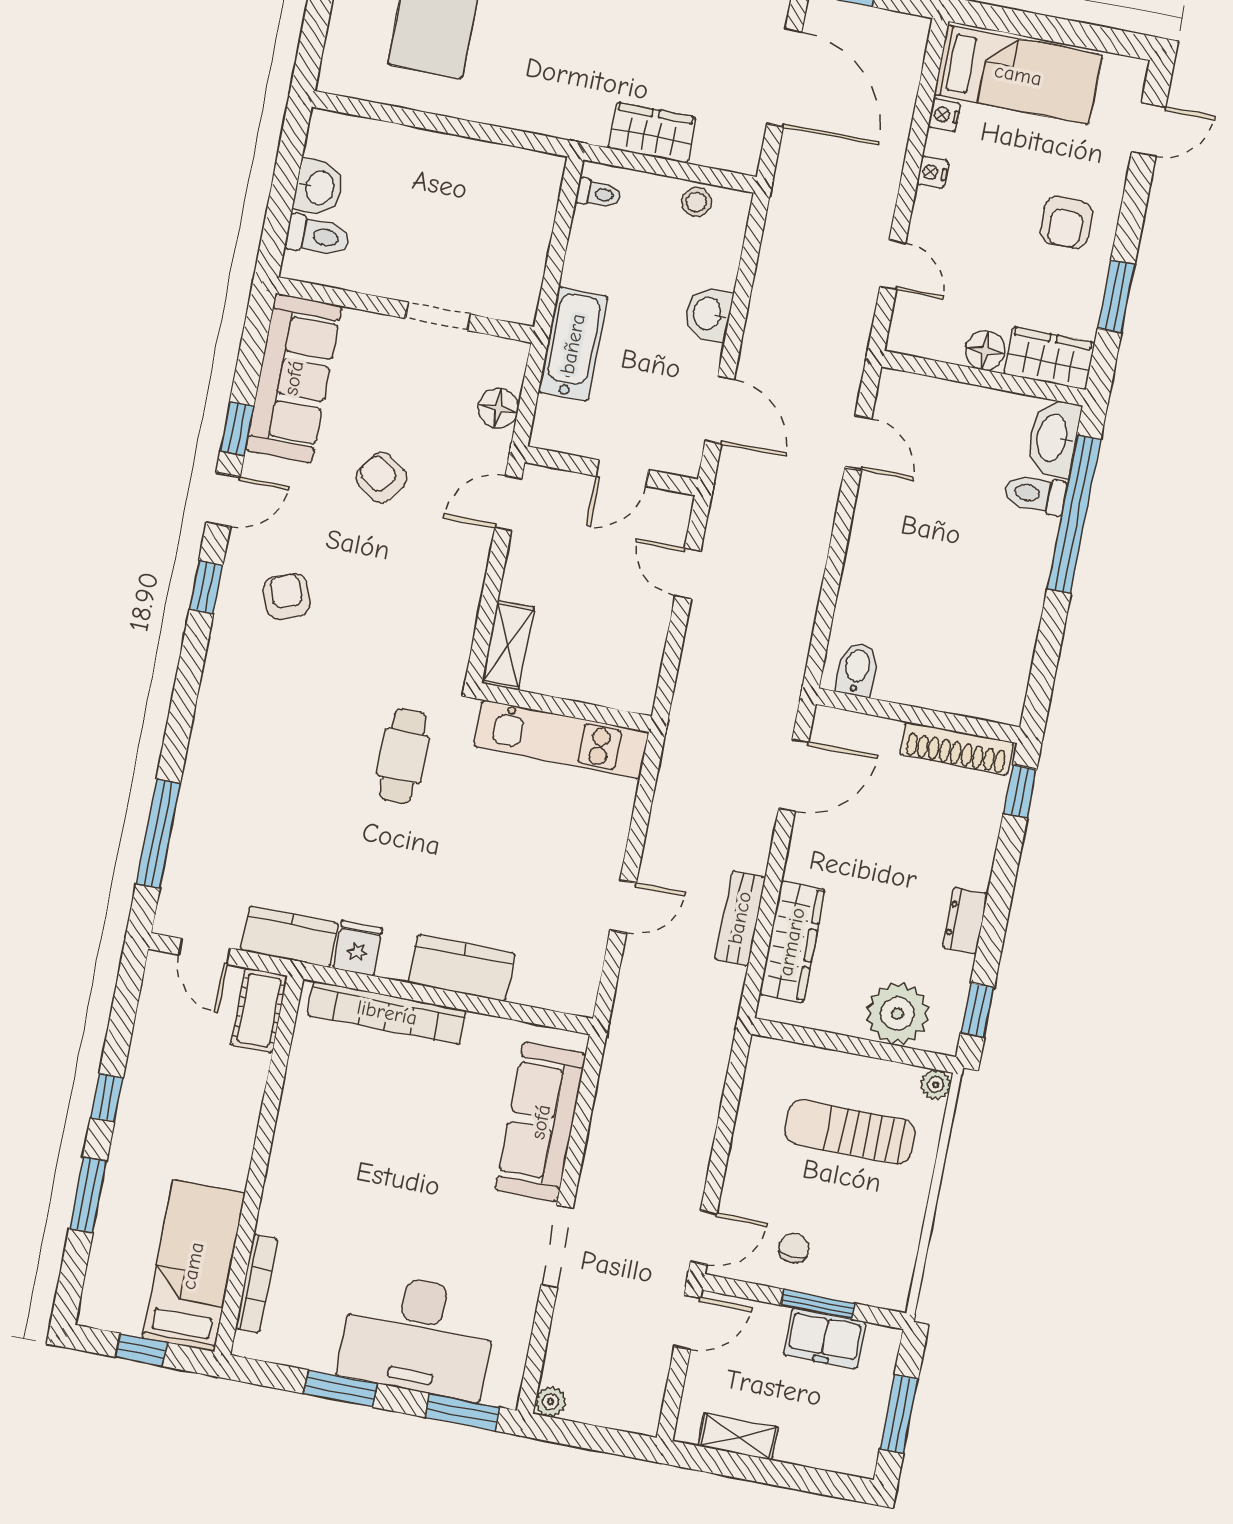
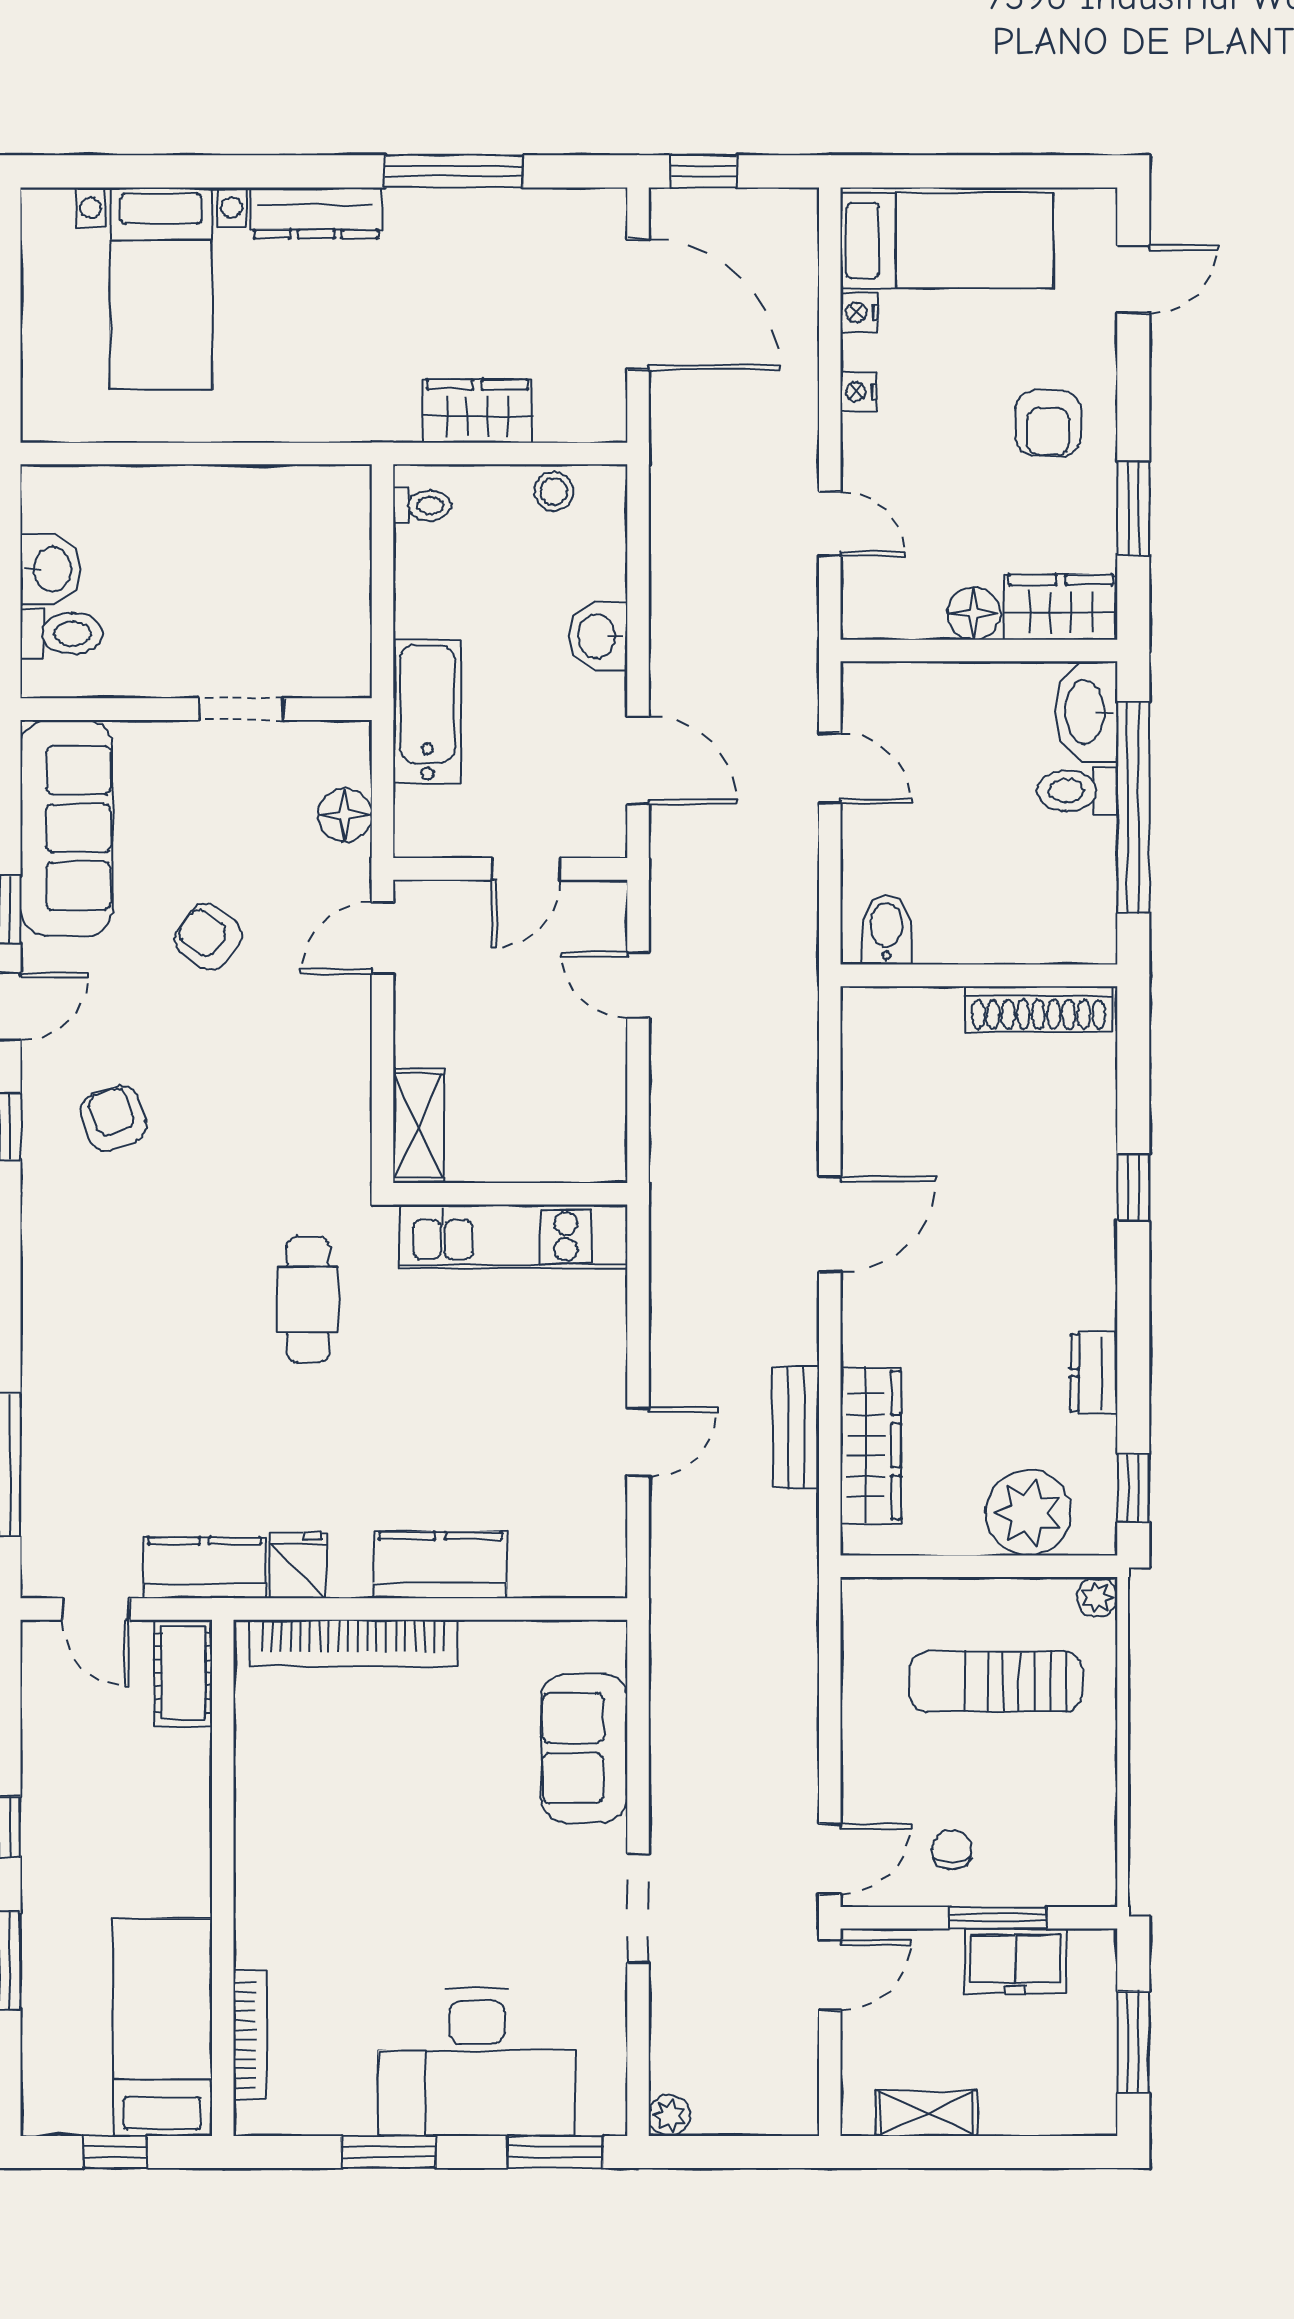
bidet: (857, 669) -> (886, 930), moved
wall: (918, 716) -> (979, 975), moved
shoe rack: (957, 749) -> (1038, 1009), moved
sofa: (541, 1122) -> (584, 1748), width x0.73

